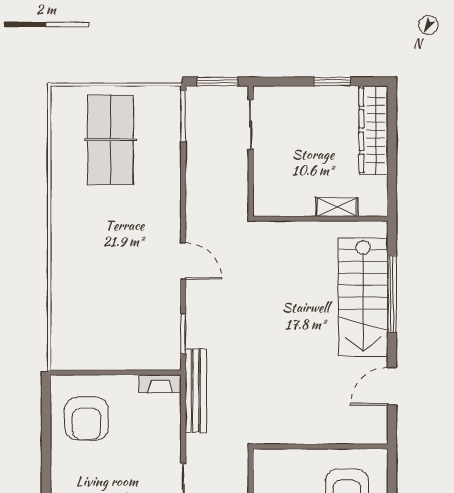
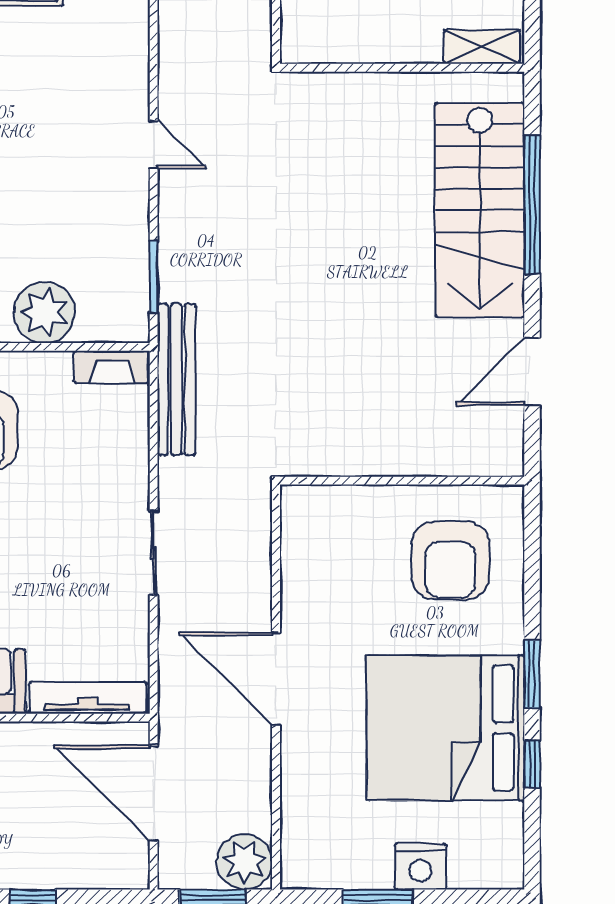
shelving: (337, 207) -> (482, 47), moved
door: (183, 261) -> (154, 145), width x0.73
plant: (123, 354) -> (44, 312), added

